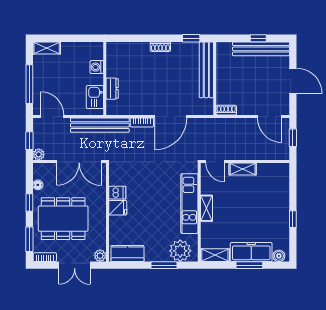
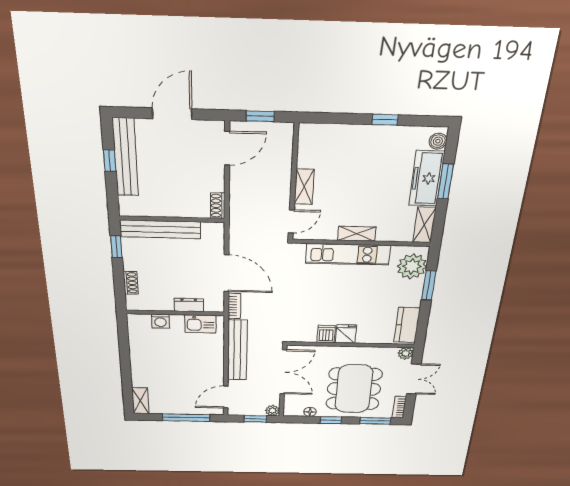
washing machine: (97, 67) -> (160, 321), moved
wall: (105, 78) -> (175, 313), moved
dresser: (112, 89) -> (189, 305), moved
kitchen sink: (95, 97) -> (200, 324), moved

